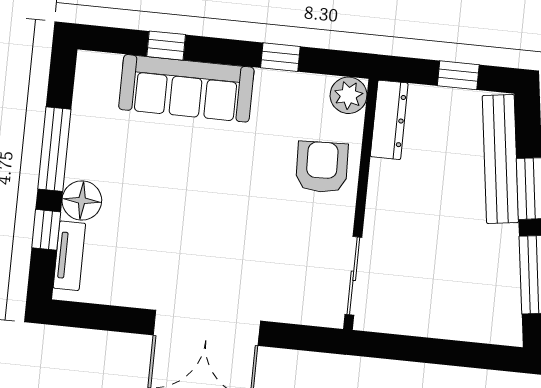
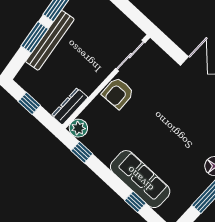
window: (280, 57) -> (82, 152), moved
bench: (500, 159) -> (50, 40), moved
armchair: (322, 167) -> (118, 93), moved

